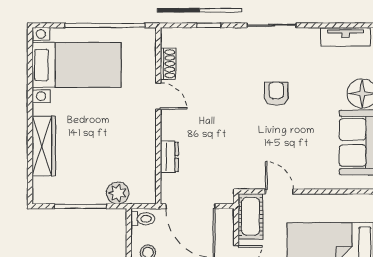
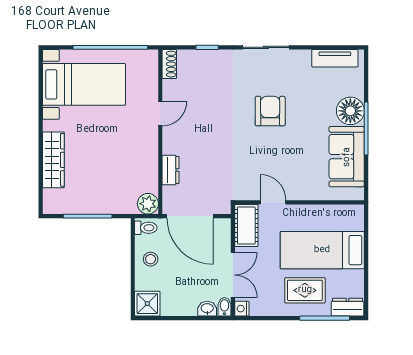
shoe rack: (168, 64) -> (169, 64), moved
armchair: (276, 94) -> (270, 111), width x1.38, depth x1.38
door: (158, 96) -> (160, 113), hinge flipped
plant: (118, 193) -> (148, 204), moved

